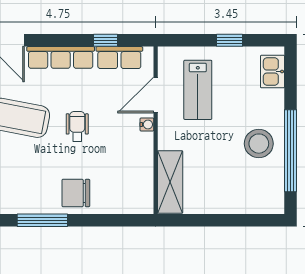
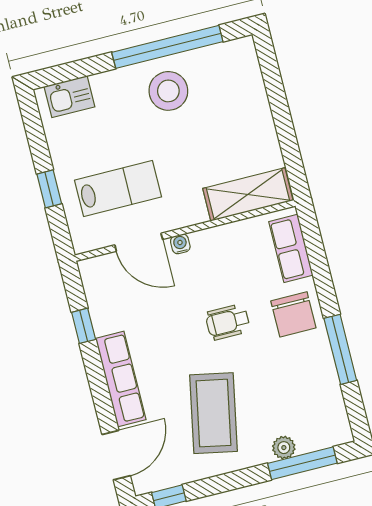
window: (229, 40) -> (49, 189), moved
row of seats: (119, 58) -> (291, 248), moved, turned 180
wheelchair: (77, 126) -> (228, 322), moved

